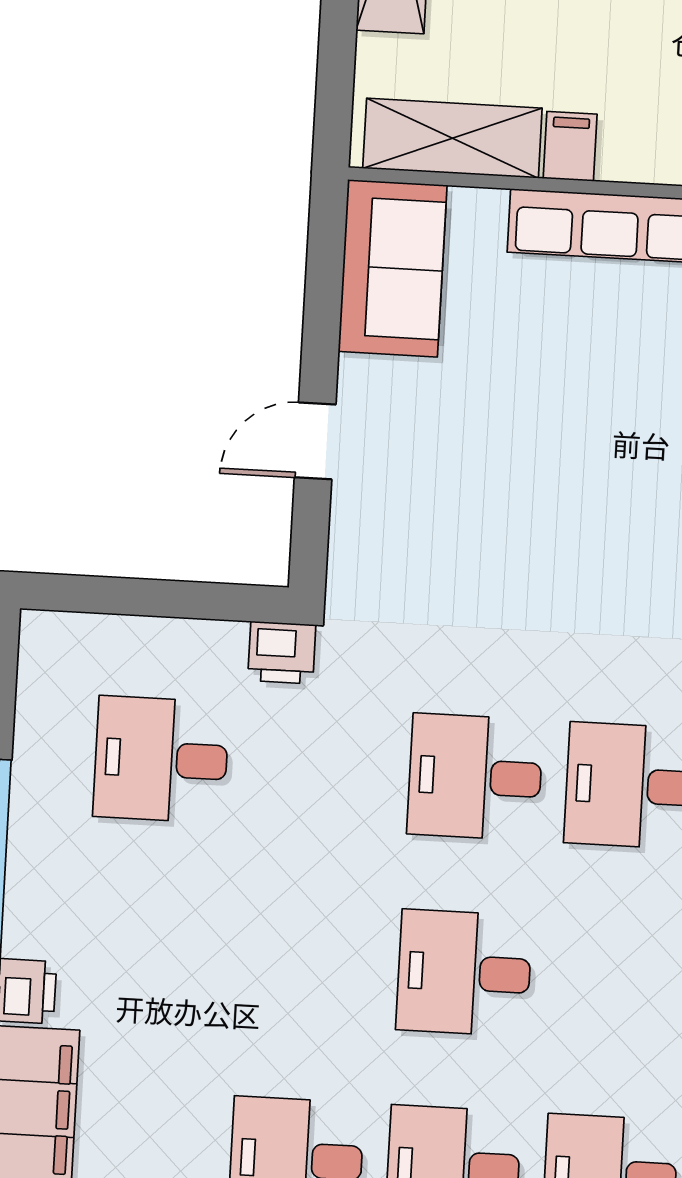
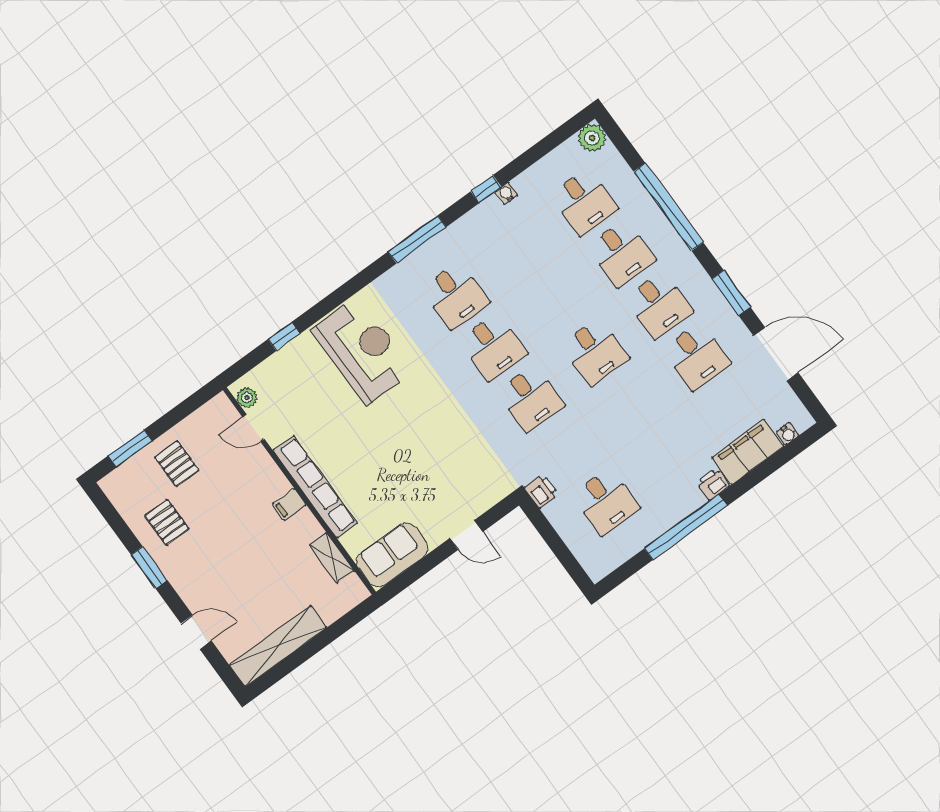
shelving: (452, 138) -> (332, 558), width x0.67, depth x0.75
filing cabinet: (570, 146) -> (289, 504), moved

